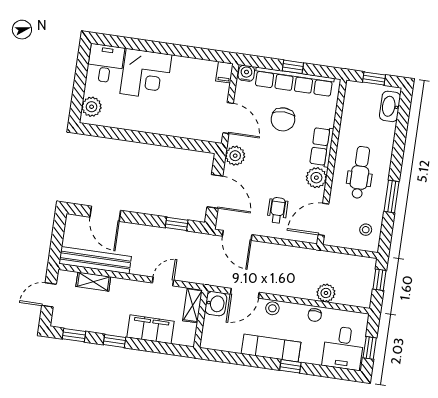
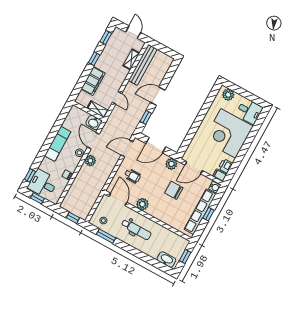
printer: (206, 69) -> (225, 166), added
corner desk: (146, 74) -> (228, 133), width x1.36, depth x1.36
chair: (283, 119) -> (174, 190), moved
row of seats: (322, 147) -> (158, 214), removed
window: (392, 197) -> (106, 236), moved
door: (105, 214) -> (158, 96), moved
plant: (326, 293) -> (90, 161), moved
window: (290, 366) -> (30, 175), moved

